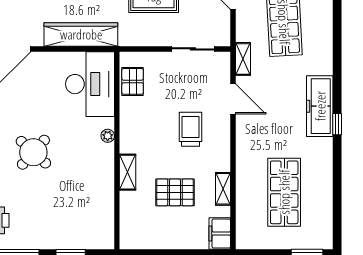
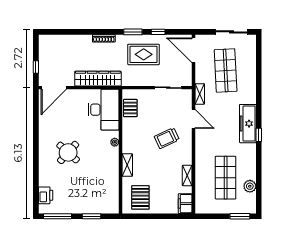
trolley: (190, 129) -> (167, 138), turned -115
pallet: (175, 192) -> (140, 197), moved, turned 90
plant: (323, 206) -> (250, 186), added

